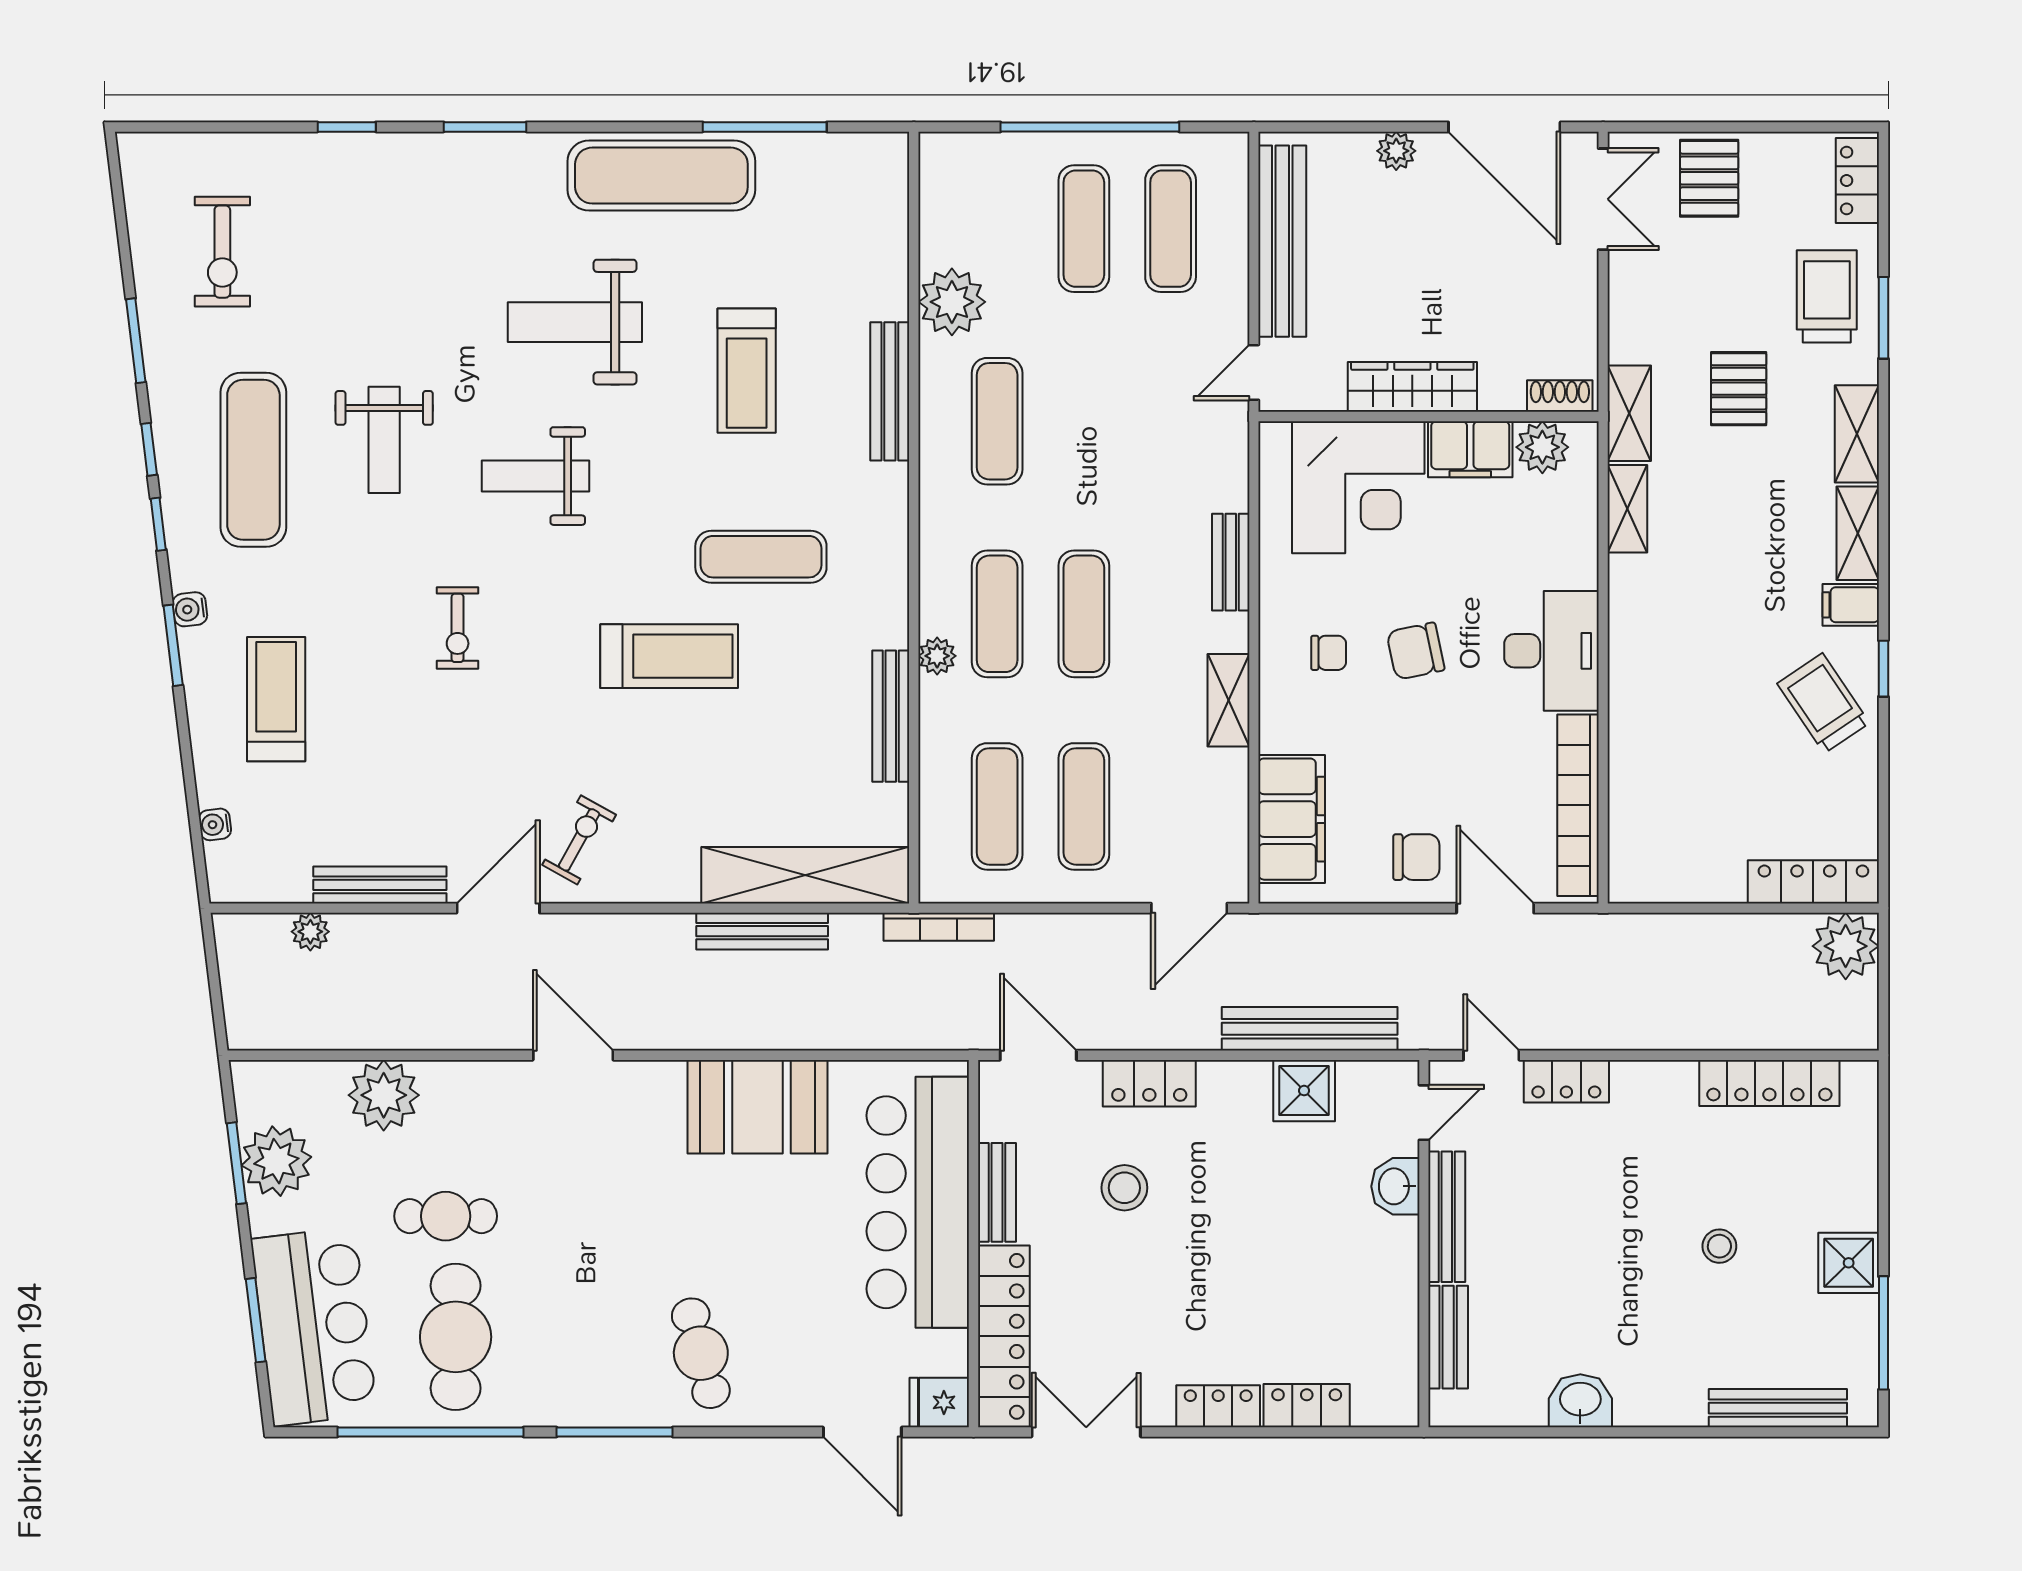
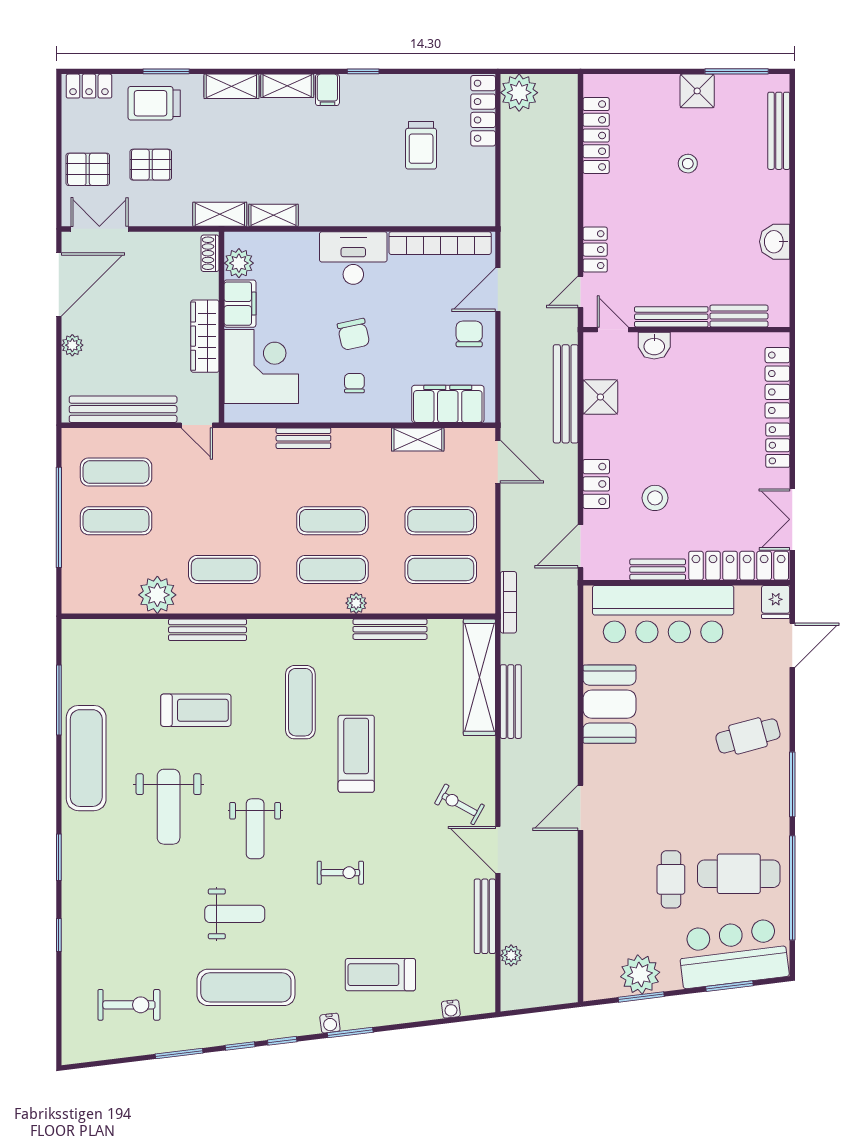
pallet: (1739, 389) -> (151, 165), moved
shelving: (1228, 700) -> (418, 439), moved
trolley: (1823, 703) -> (421, 145), moved, turned -56
plant: (384, 1095) -> (603, 914), removed
locker: (1307, 1406) -> (777, 383), width x1.53

